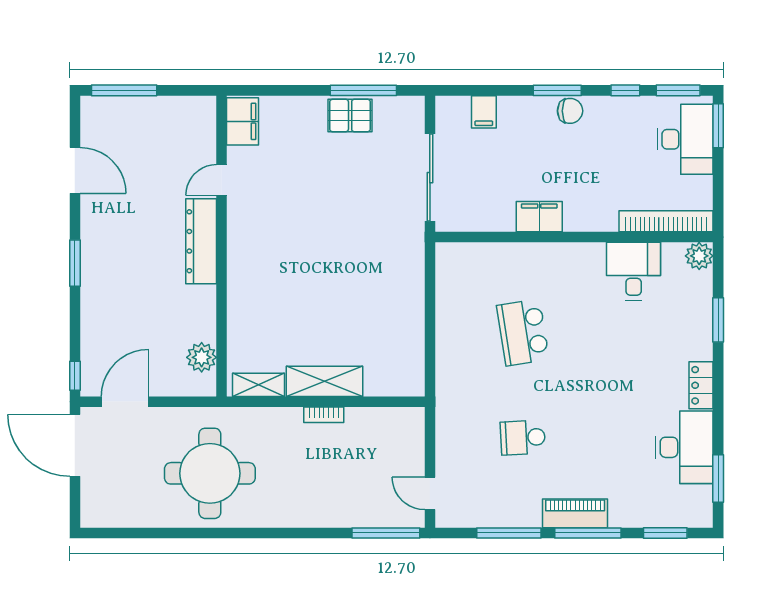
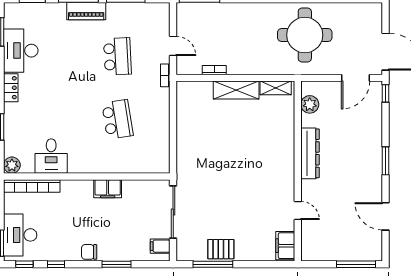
window: (557, 90) -> (116, 264), moved
window: (678, 90) -> (24, 264), width x0.67
filing cabinet: (484, 112) -> (160, 246), moved, turned -90
door: (222, 180) -> (298, 211), hinge flipped
dresser: (201, 241) -> (310, 153), moved
bookcase: (443, 406) -> (165, 75), added
bookcase: (324, 415) -> (214, 70), moved
school desk: (523, 438) -> (117, 56), width x1.85
door: (430, 493) -> (173, 46), moved

